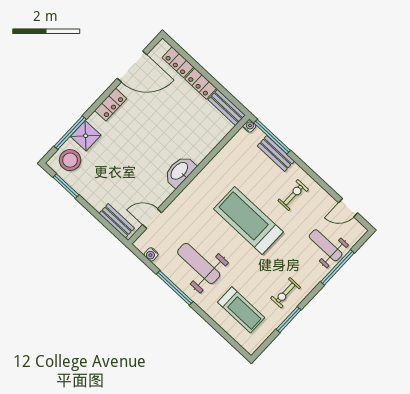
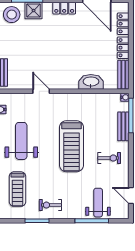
washbasin: (180, 171) -> (91, 82), moved
door: (152, 219) -> (41, 91), moved
treadmill: (248, 220) -> (71, 146), turned 180

